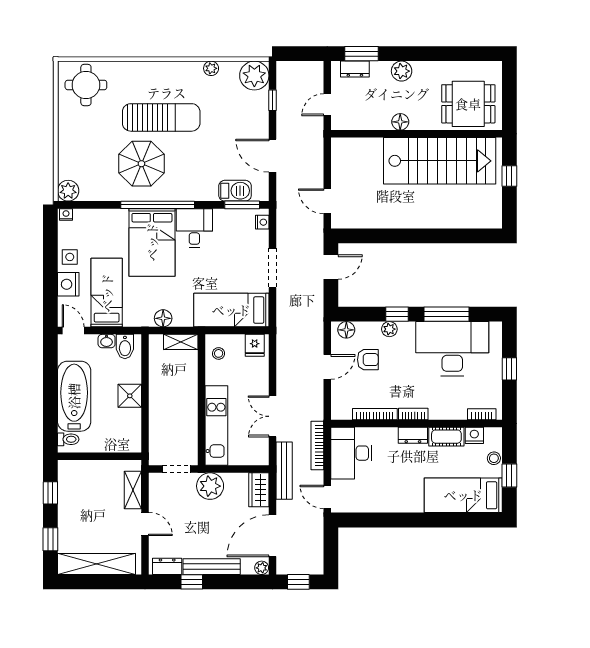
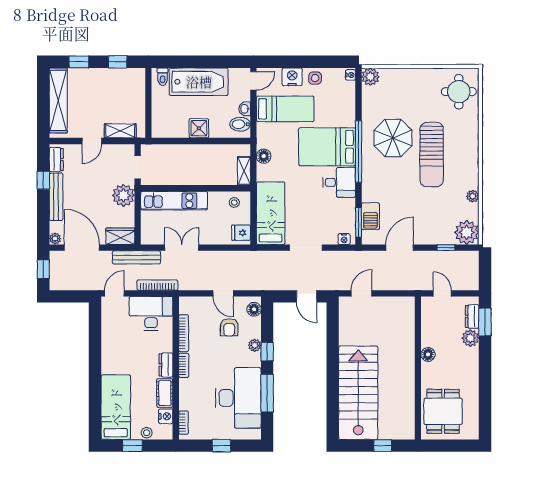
plant: (402, 71) -> (470, 338), moved
stairs: (440, 161) -> (358, 393), moved, turned 180

